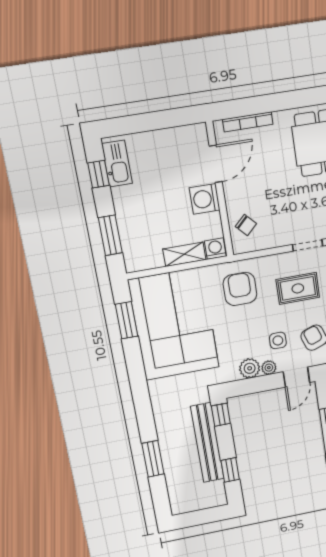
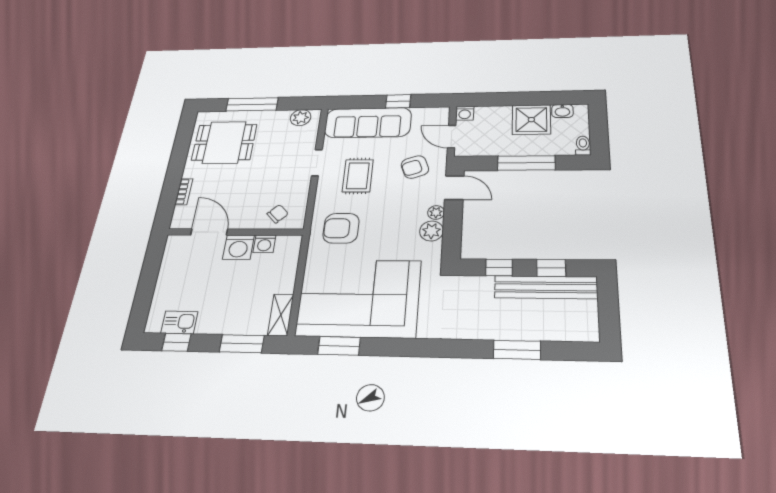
bookcase: (248, 122) -> (184, 192), width x0.64
kitchen sink: (117, 164) -> (179, 322), width x0.73
washing machine: (215, 249) -> (264, 244), moved, turned -90
shelving: (184, 254) -> (281, 315), moved
side table: (278, 340) -> (408, 200), removed
window: (221, 415) -> (499, 268), moved
bench: (207, 443) -> (546, 287), moved

